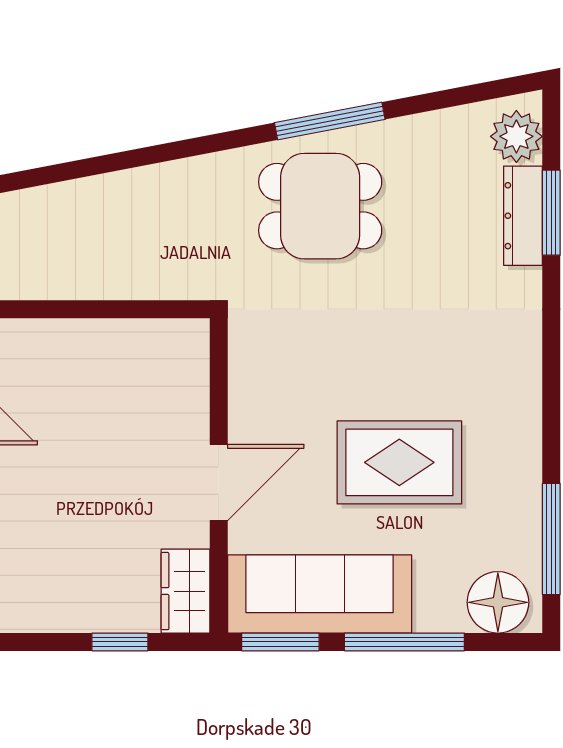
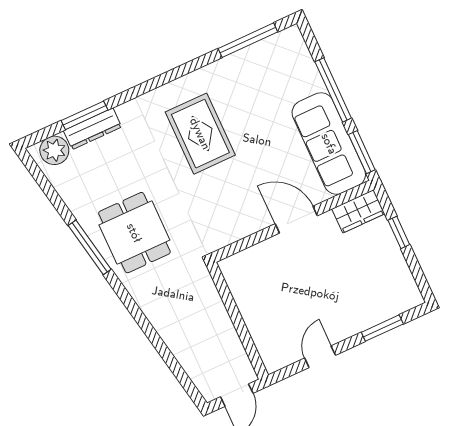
rug: (399, 462) -> (200, 134), moved
floor lamp: (498, 602) -> (292, 52), removed

